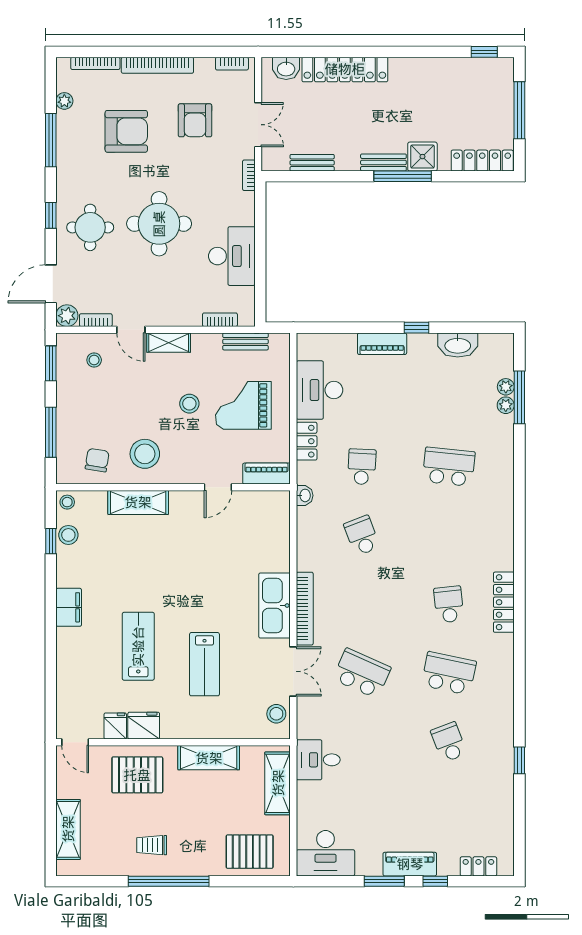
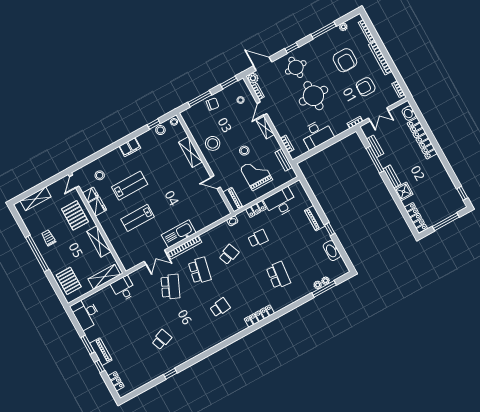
window: (403, 176) -> (375, 160), moved
chair: (97, 460) -> (213, 104), moved
locker: (504, 602) -> (259, 316), moved
school desk: (449, 673) -> (200, 271), moved
stool: (276, 714) -> (100, 175), moved

